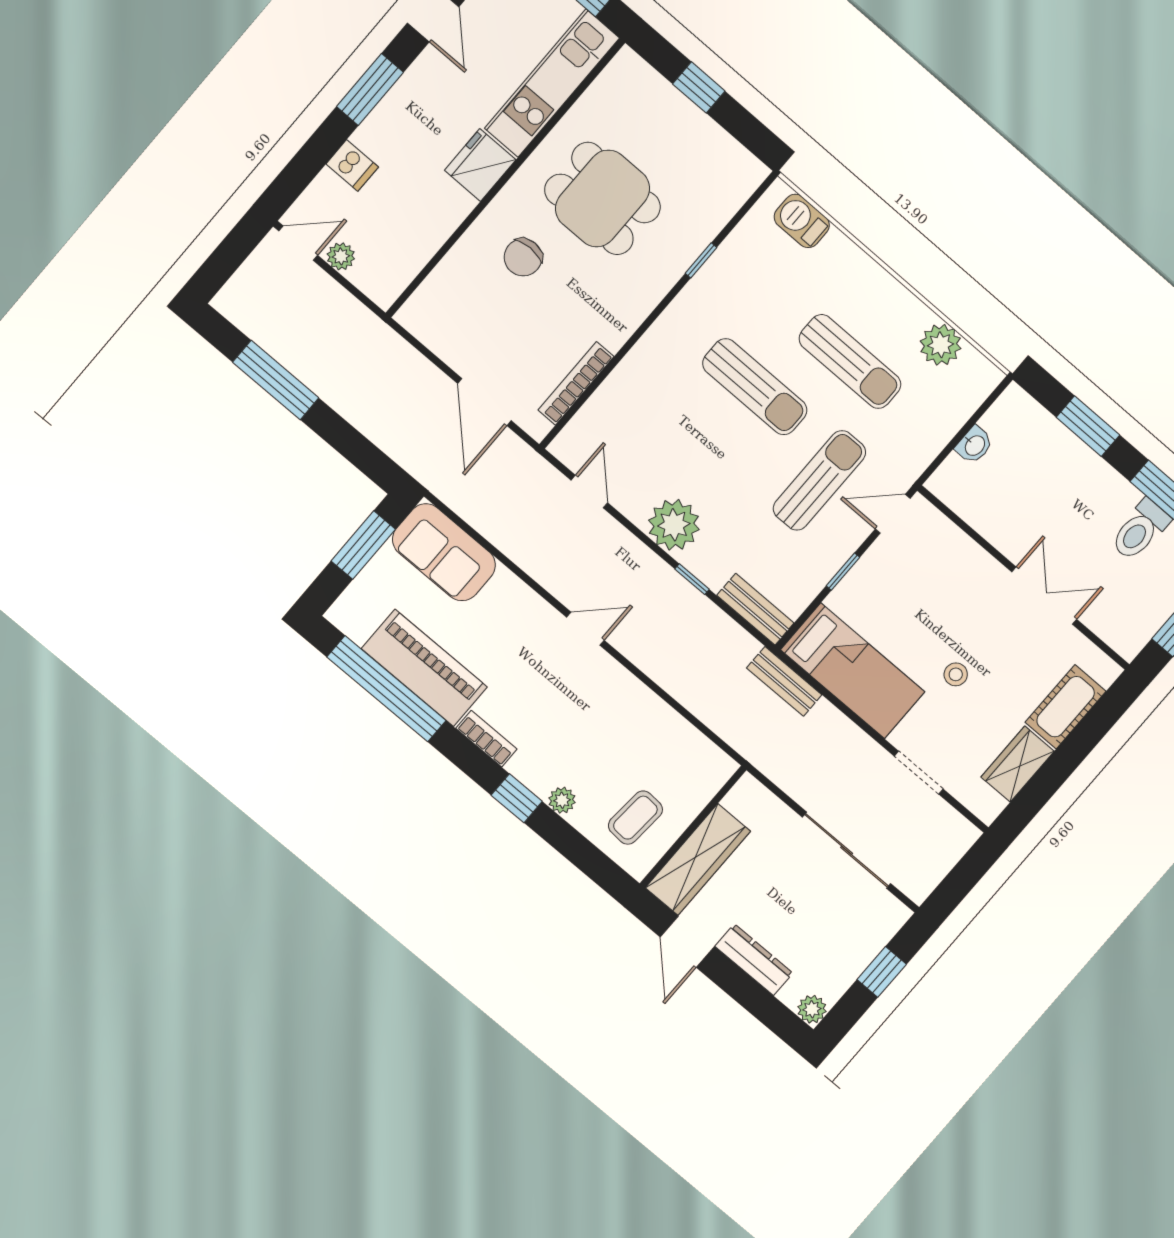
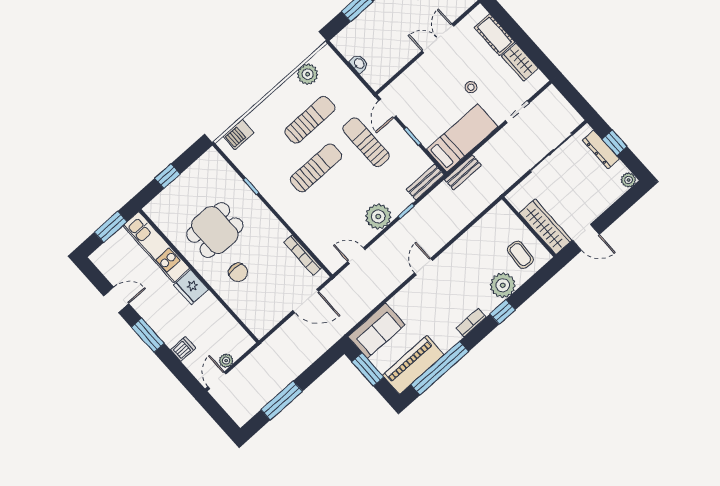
piano: (424, 668) -> (413, 365), moved
plant: (562, 800) -> (503, 285), width x1.88, depth x1.88
dresser: (754, 960) -> (601, 149), moved, turned -90

